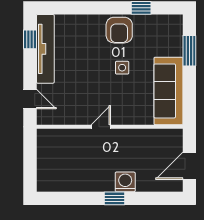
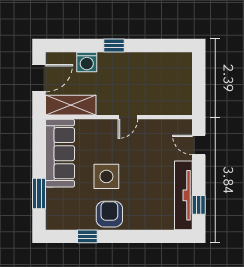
side table: (122, 68) -> (106, 176), width x1.87, depth x1.87
shelving: (158, 139) -> (71, 105), added
washing machine: (125, 182) -> (87, 62), moved

